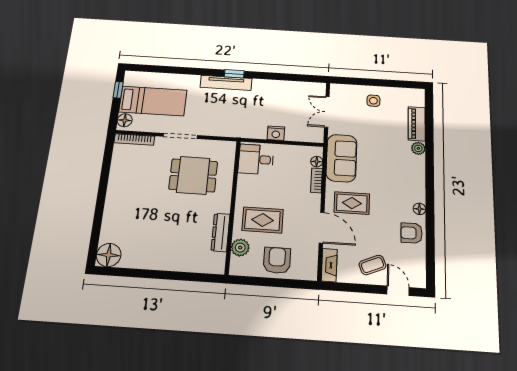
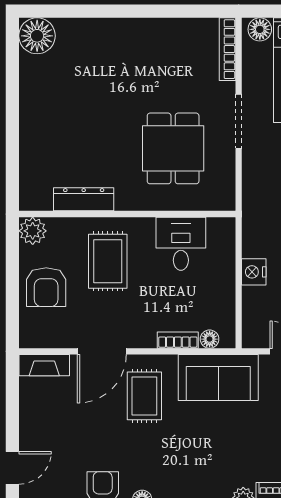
desk: (256, 159) -> (181, 244), moved
plant: (240, 248) -> (33, 231), moved
armchair: (277, 260) -> (46, 287), turned 90
coffee table: (372, 265) -> (49, 429), removed

